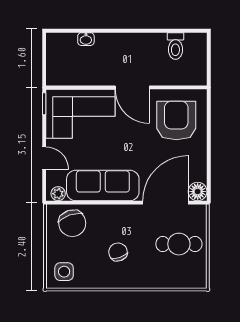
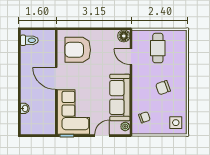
toilet: (175, 46) -> (29, 40), moved
door: (132, 87) -> (56, 78), swing flipped
door: (165, 203) -> (131, 57), width x0.53
chair: (72, 223) -> (144, 117), width x0.54, depth x0.54

